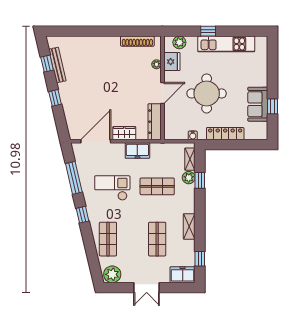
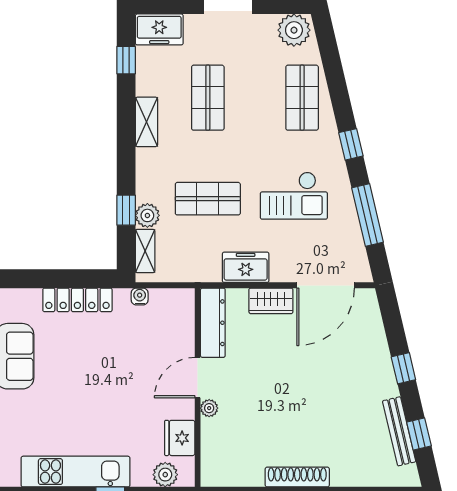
shoe rack: (137, 41) -> (297, 477), moved
plant: (156, 64) -> (209, 408), moved
round table: (207, 93) -> (113, 377), removed

